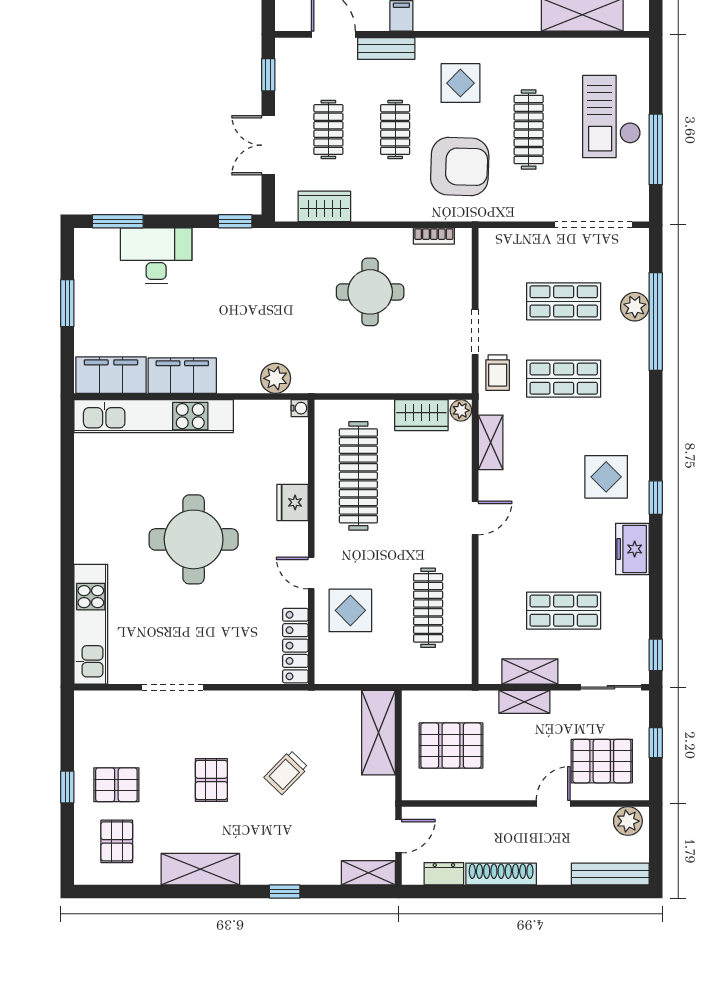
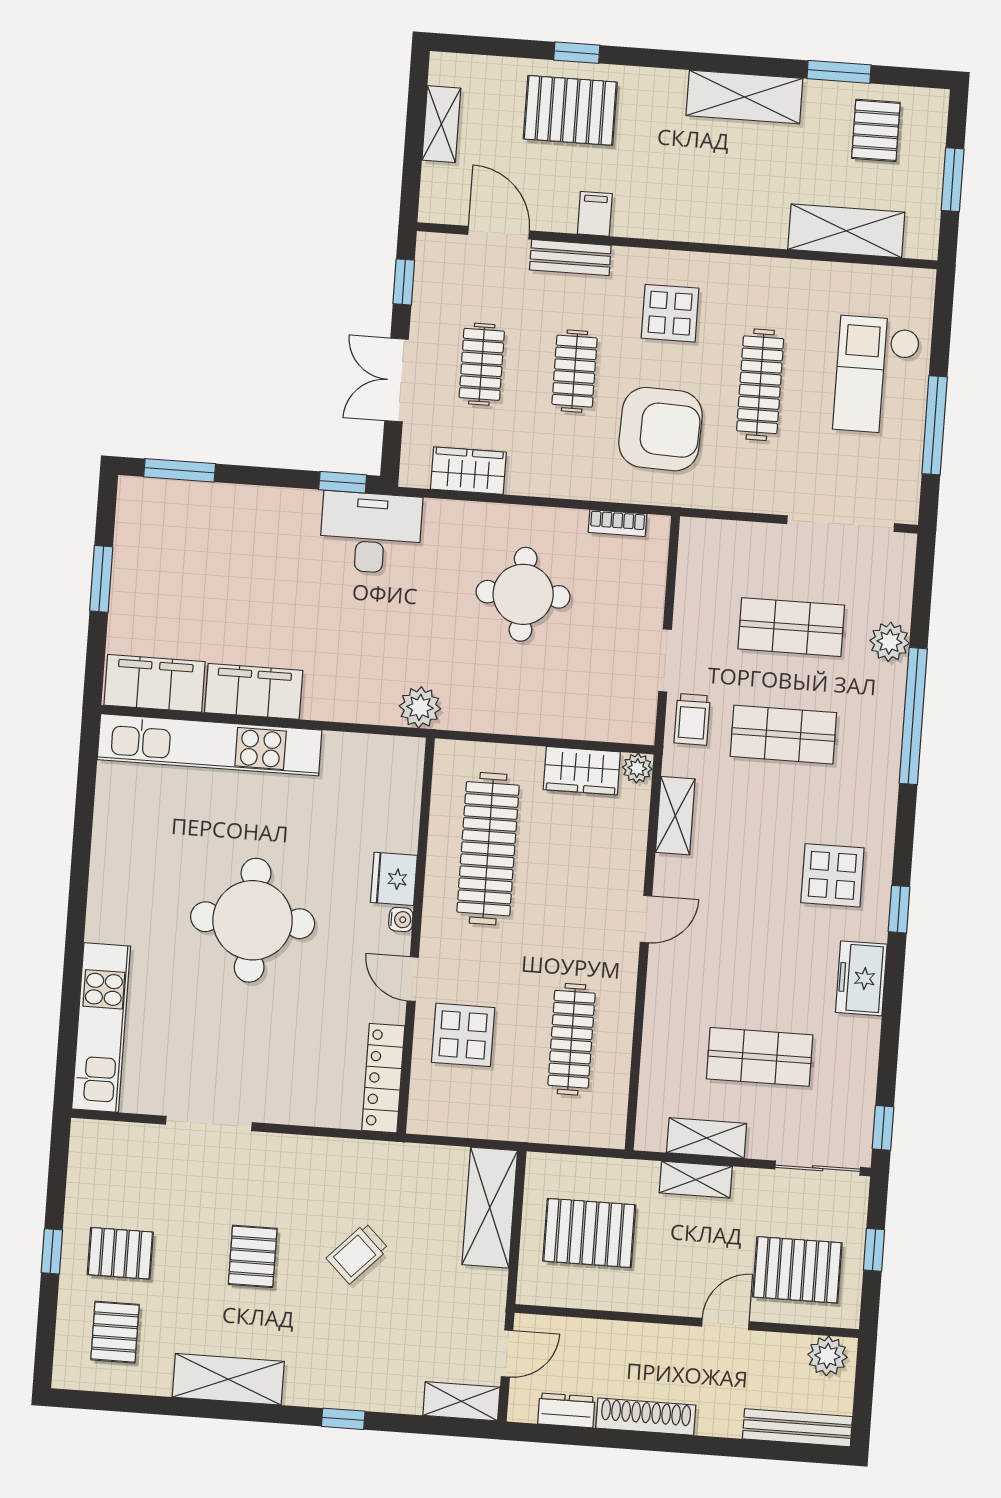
desk: (156, 256) -> (371, 533), moved
window: (656, 321) -> (913, 716), moved
plant: (276, 378) -> (420, 707), moved
water cooler: (300, 408) -> (401, 920), moved

